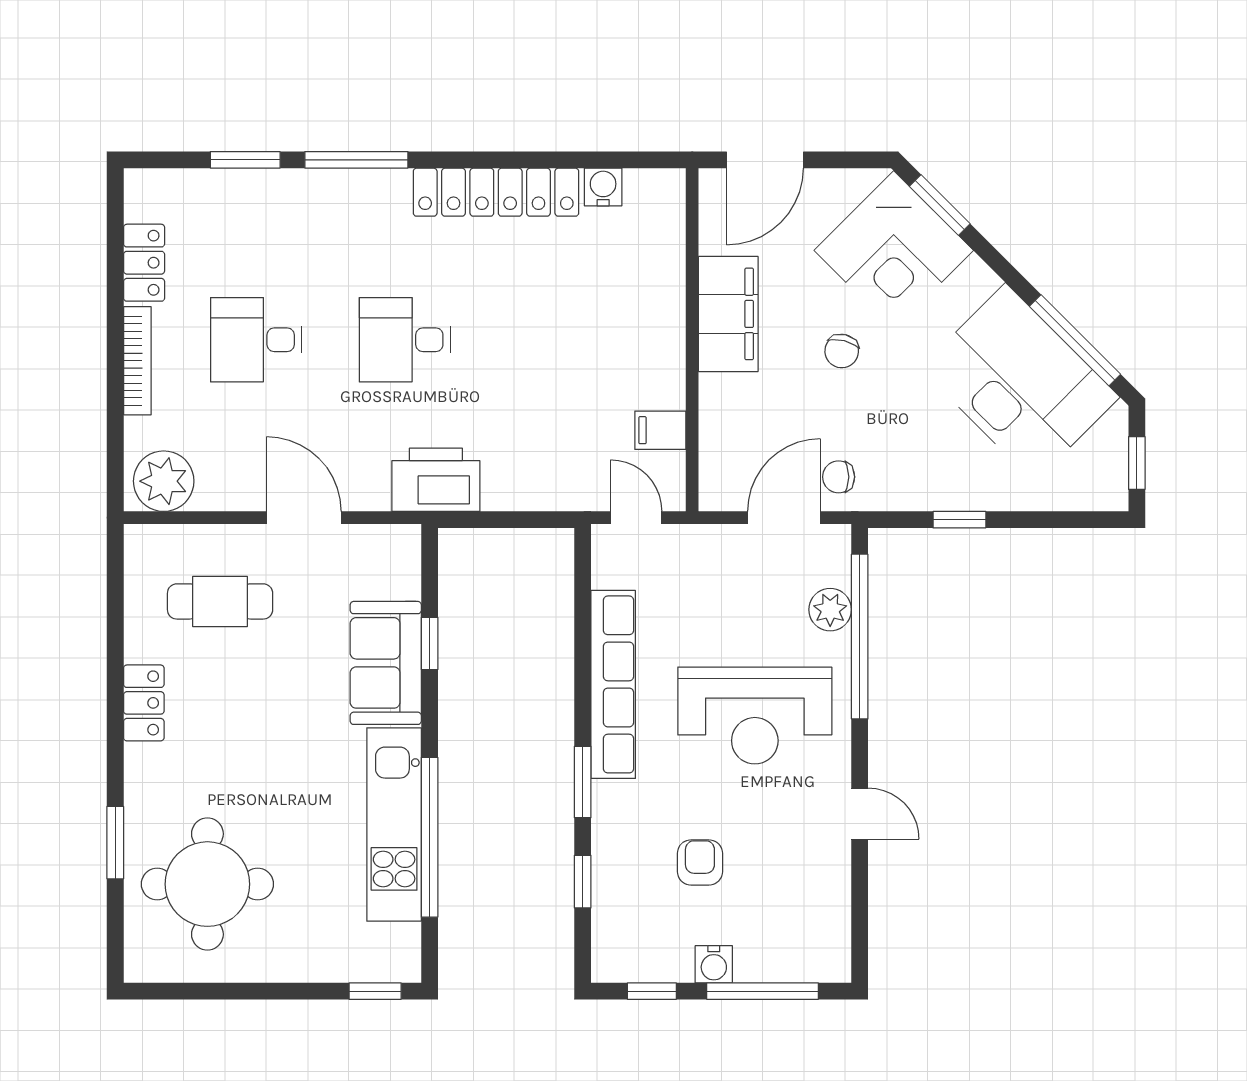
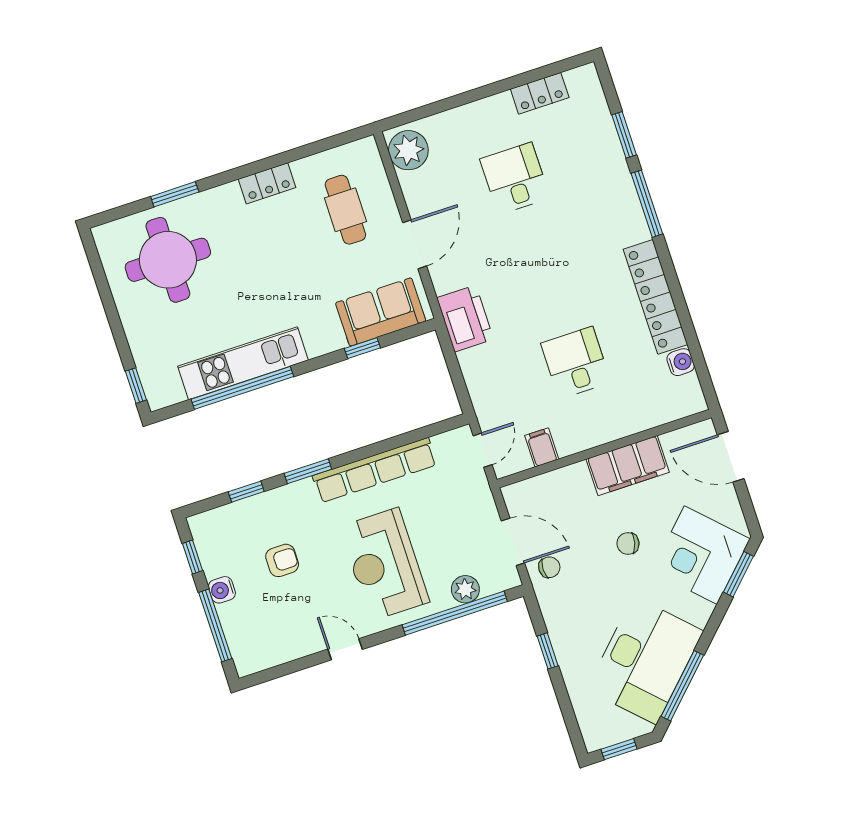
desk: (405, 340) -> (576, 363), moved
bookcase: (137, 361) -> (478, 109), removed
chair: (839, 477) -> (549, 567), turned 90
sofa: (386, 663) -> (381, 312), moved
door: (860, 814) -> (345, 649), swing flipped

